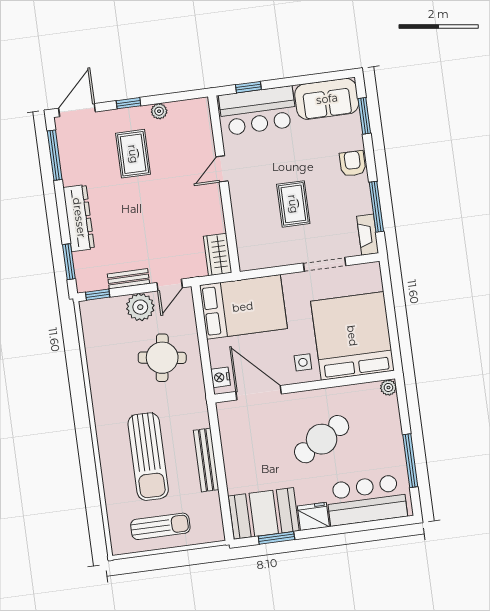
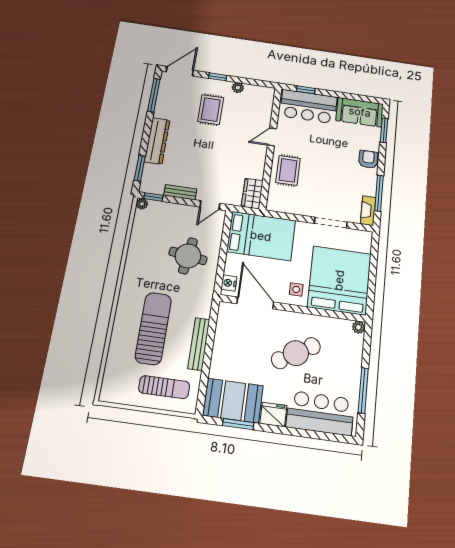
rug: (293, 204) -> (288, 170), moved
plant: (140, 307) -> (142, 204), moved, width x0.53, depth x0.53
sun lounger: (148, 457) -> (153, 328), turned 180
sun lounger: (160, 526) -> (164, 387), moved

